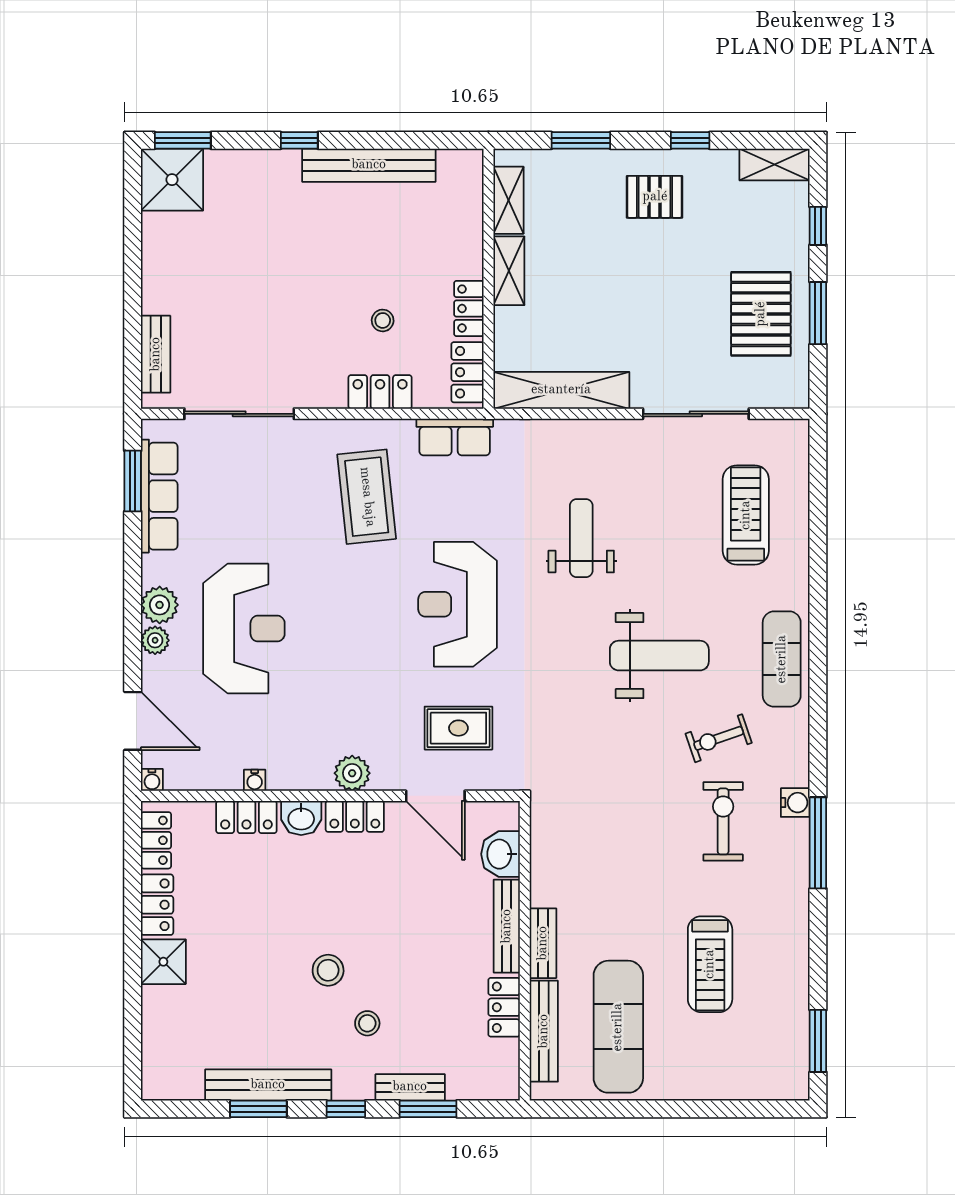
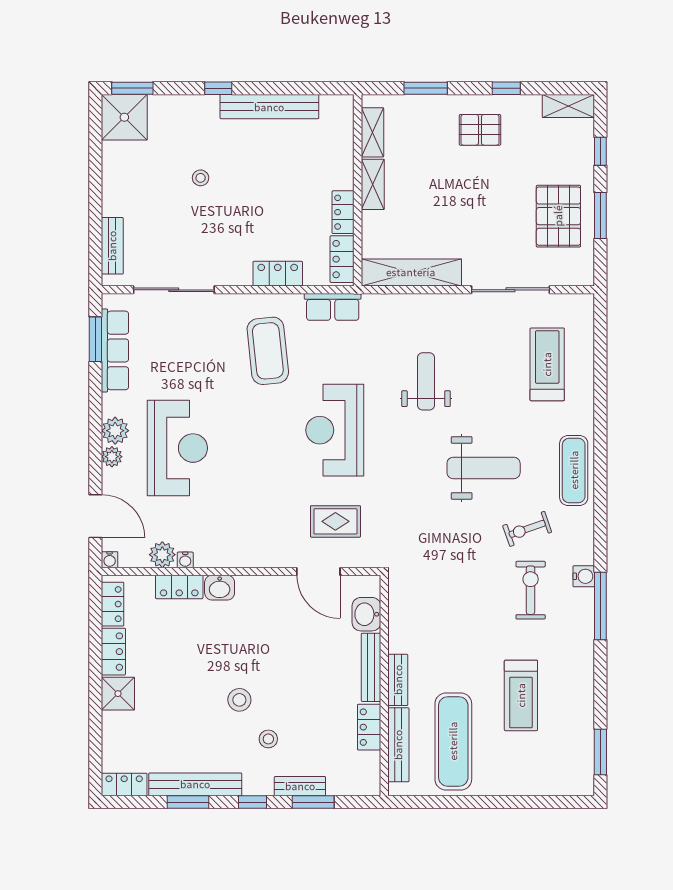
stool: (383, 320) -> (201, 178), moved
plant: (352, 773) -> (162, 555), moved
locker: (355, 816) -> (124, 785), moved, turned 180

